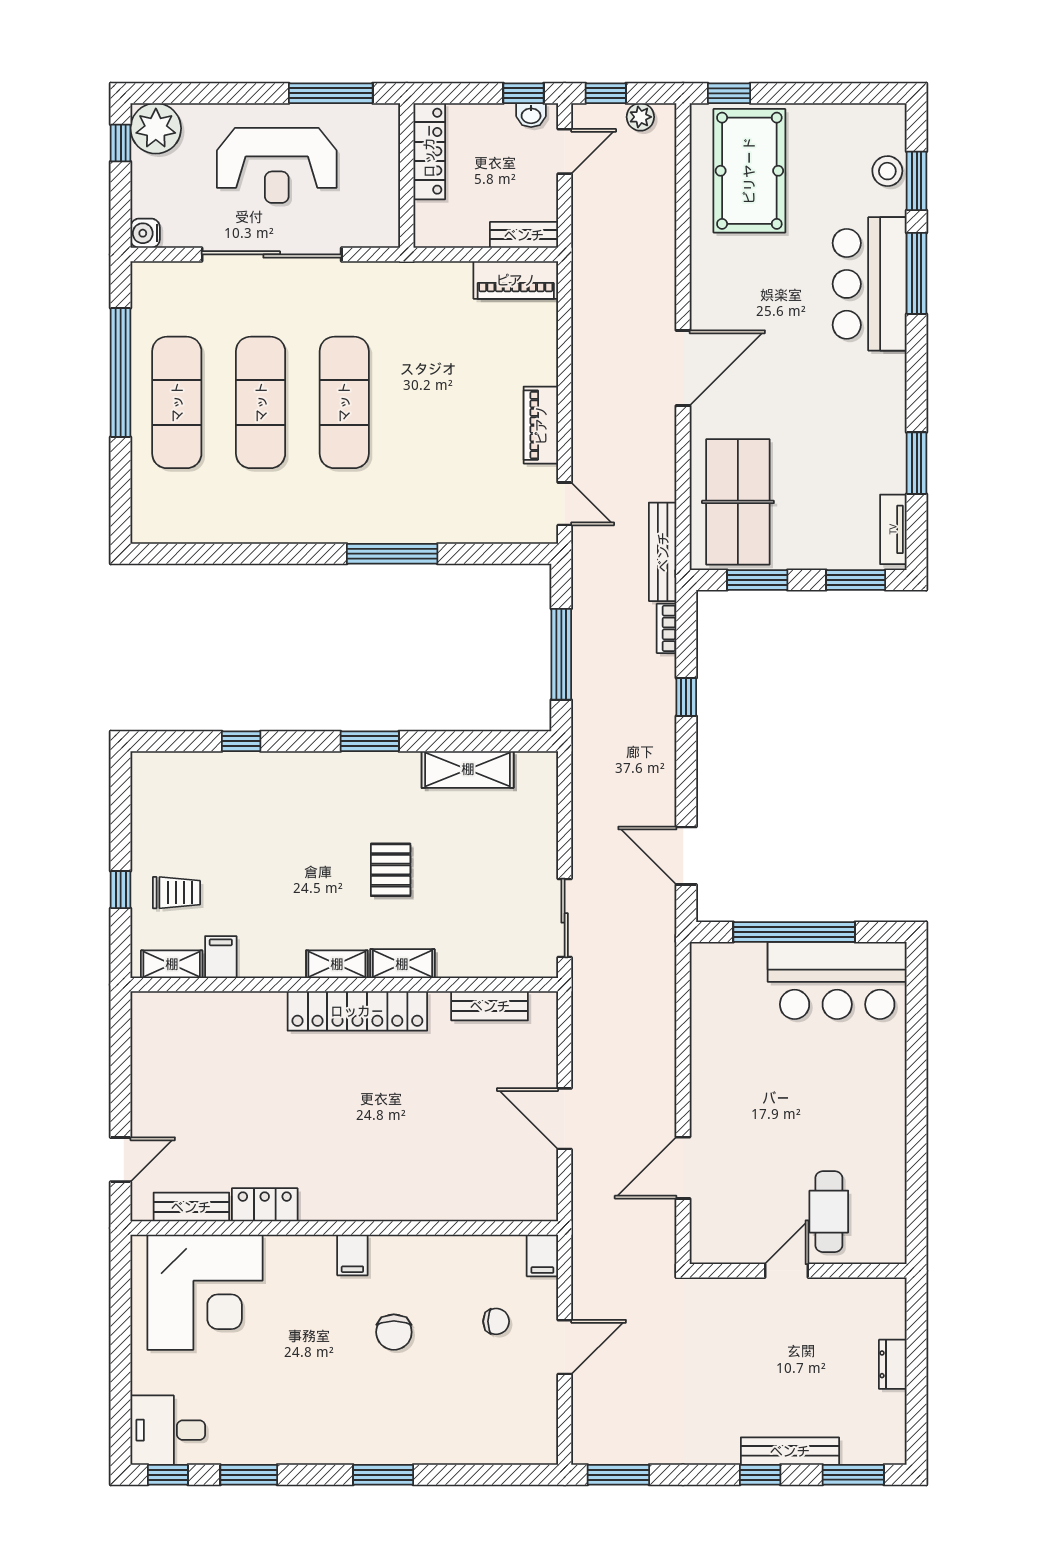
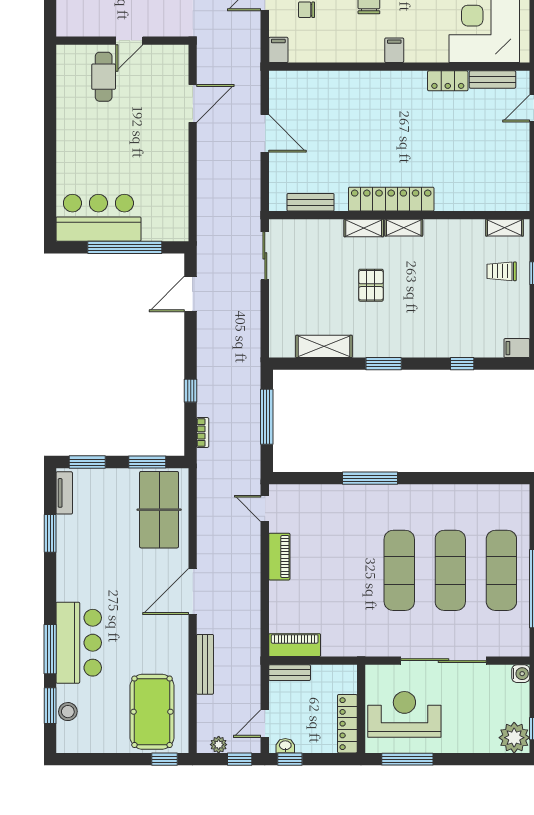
reception desk: (277, 165) -> (404, 714), moved
bench: (663, 552) -> (205, 664), moved
door: (686, 856) -> (191, 294), swing flipped
filing cabinet: (221, 957) -> (517, 348), moved, turned 90

